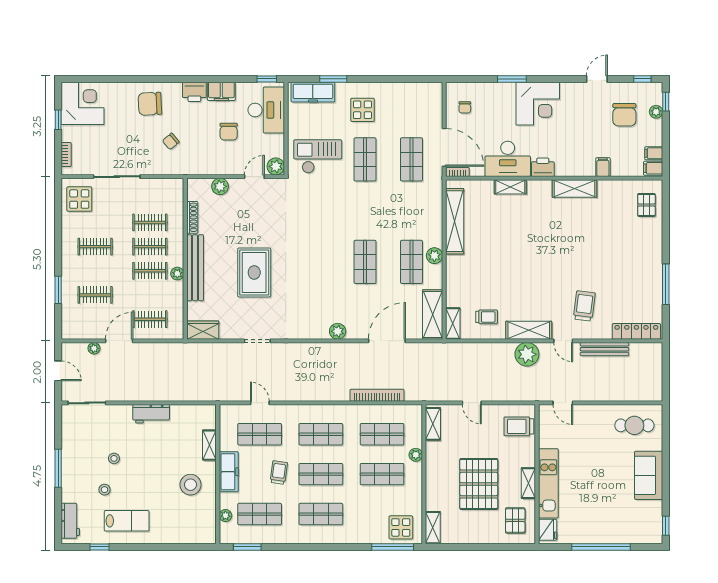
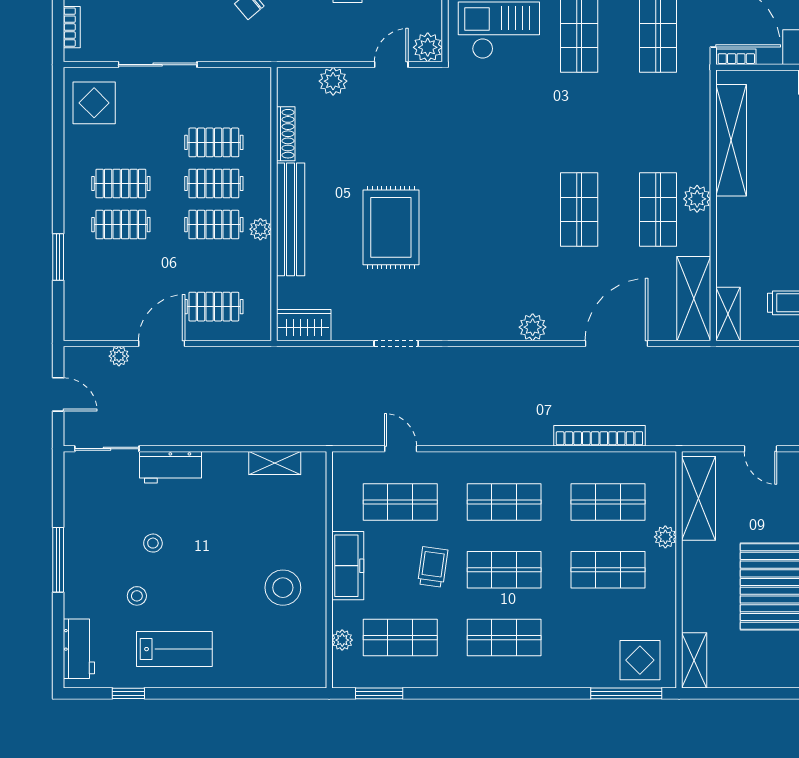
clothes rail: (95, 295) -> (121, 225), moved
workbench: (151, 414) -> (171, 467), moved
shelving: (433, 424) -> (699, 498), width x1.50, depth x1.33
shelving: (209, 445) -> (275, 463), moved, turned 90

